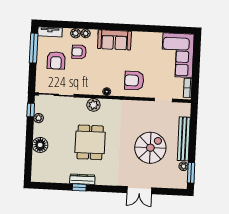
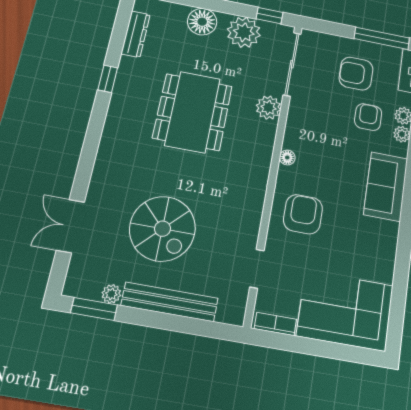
plant: (93, 105) -> (268, 108), moved
plant: (39, 118) -> (244, 32), width x1.87, depth x1.87
dining table: (90, 142) -> (193, 112), width x1.38
dresser: (82, 179) -> (136, 34), moved
double door: (139, 190) -> (70, 226), moved

